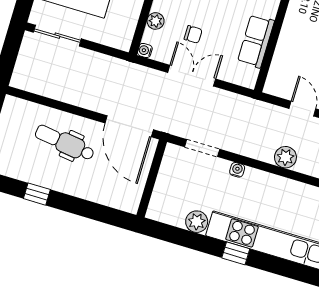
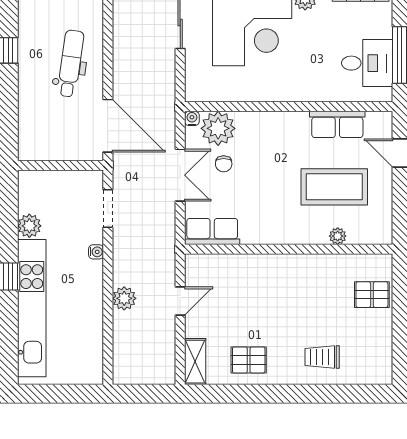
plant: (156, 21) -> (218, 128), width x1.87, depth x1.87
row of seats: (256, 41) -> (212, 231), moved
door: (129, 126) -> (108, 126), swing flipped

